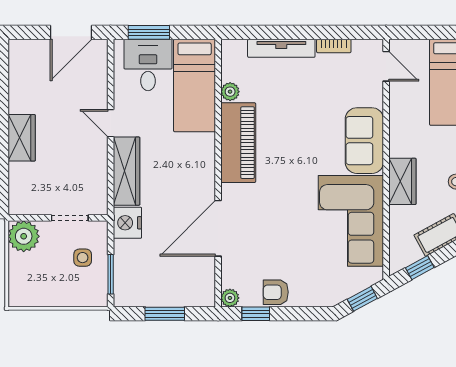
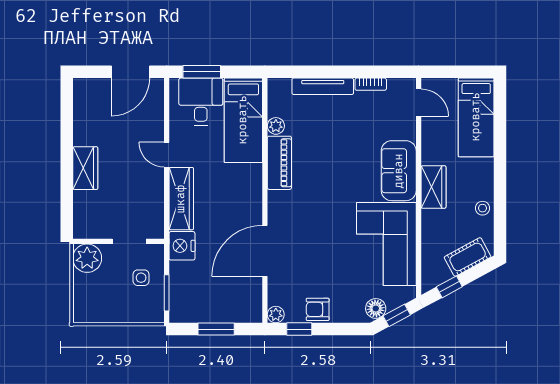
piano: (238, 143) -> (279, 163), width x0.73, depth x0.75
wardrobe: (402, 181) -> (433, 187), moved
floor lamp: (339, 291) -> (376, 308), added

